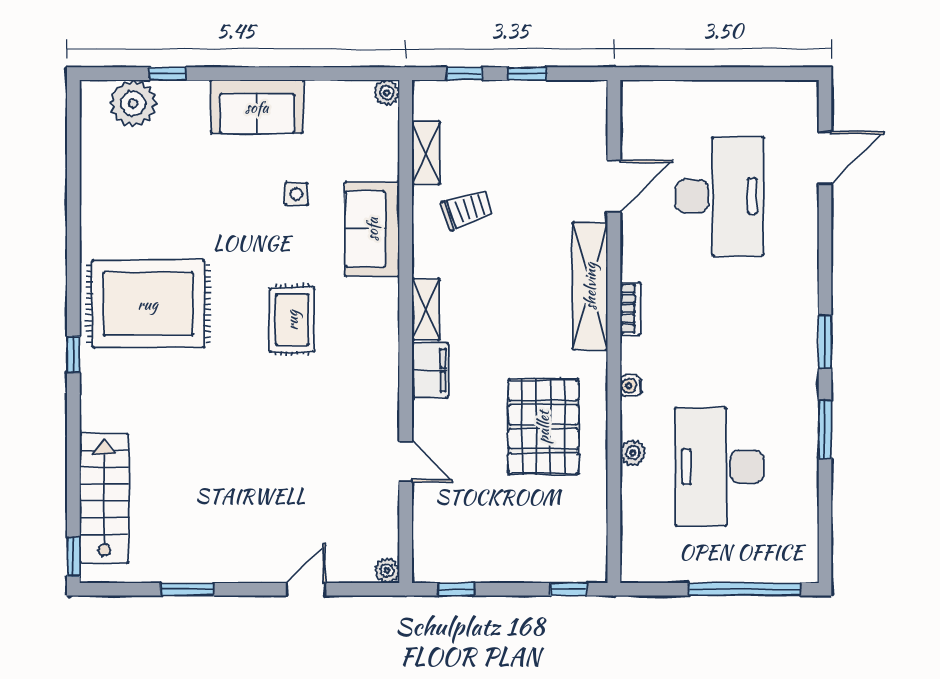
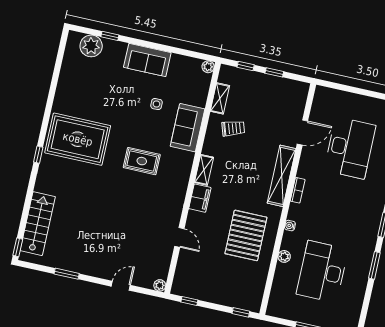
rug: (292, 320) -> (142, 161), turned 90

